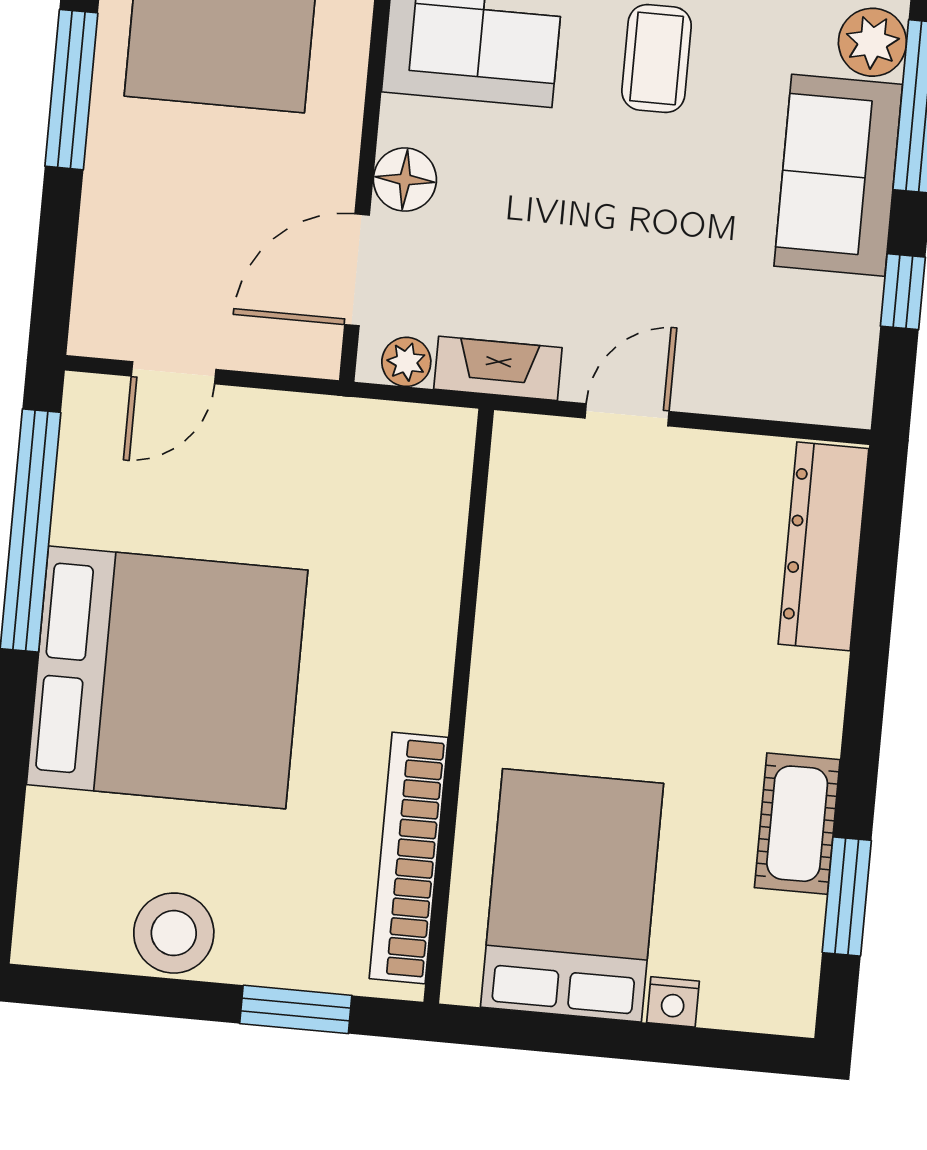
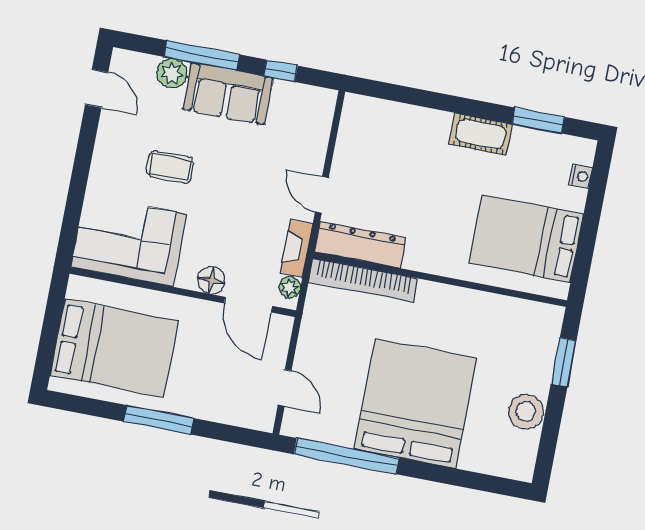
dresser: (823, 546) -> (360, 245), moved, turned 180
cot: (797, 824) -> (481, 134), moved
bookcase: (409, 858) -> (363, 280), moved
nightstand: (673, 1002) -> (581, 176), moved

